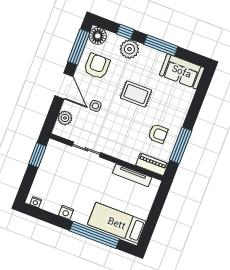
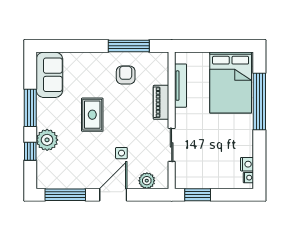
floor lamp: (98, 36) -> (46, 179), removed
armchair: (97, 66) -> (78, 168), removed
piano: (152, 164) -> (161, 102), moved
nightstand: (66, 212) -> (247, 164), moved
bed: (117, 223) -> (231, 83), width x1.50

